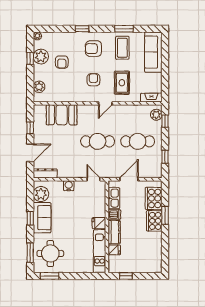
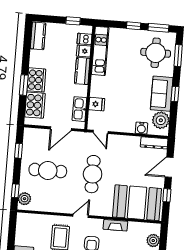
fireplace: (151, 98) -> (115, 225), moved
booth: (62, 115) -> (137, 203), width x1.36, depth x1.42
cafe table: (98, 141) -> (93, 174), turned 90
water cooler: (69, 186) -> (141, 128), moved
dishwasher: (114, 215) -> (84, 39), moved
fridge: (99, 223) -> (97, 104), moved
kitchen counter: (156, 260) -> (38, 36), added
window: (72, 276) -> (134, 26), added

